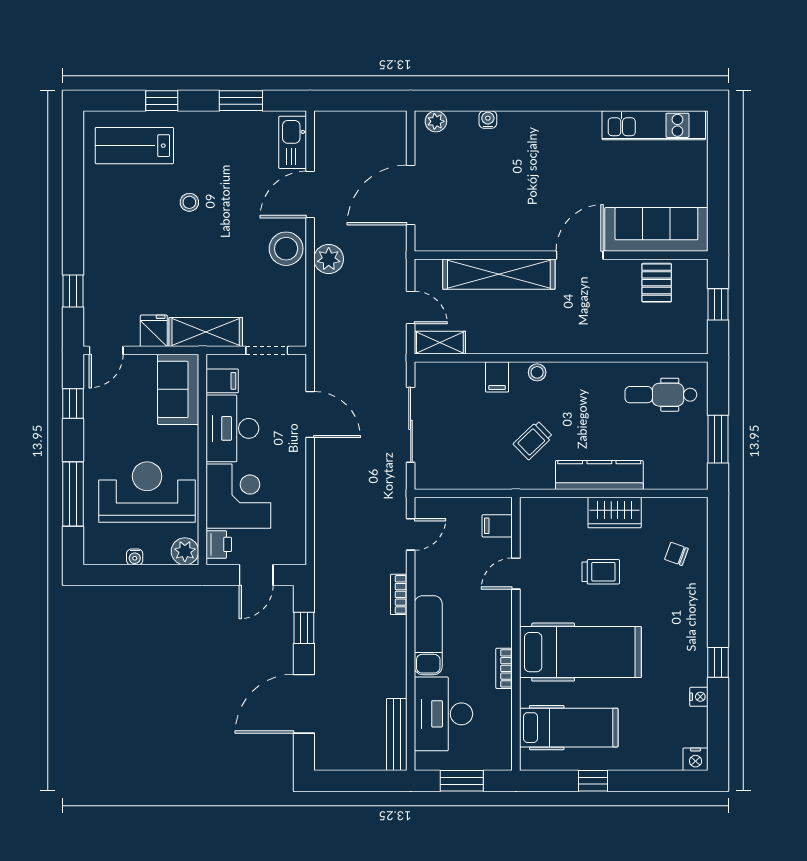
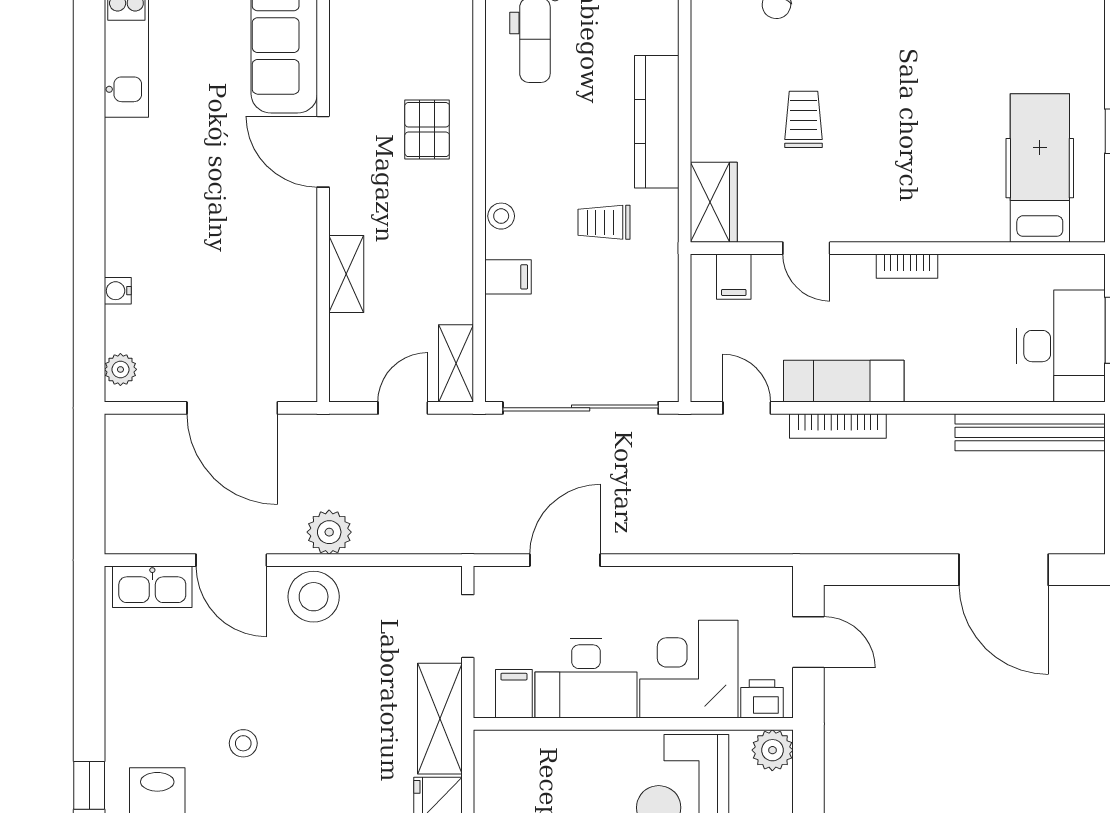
window: (241, 101) -> (89, 665), removed
shelving: (499, 274) -> (346, 274), width x0.45, depth x0.75
pallet: (657, 283) -> (427, 130), moved, turned 90
sofa: (178, 389) -> (527, 760), removed
sliding door: (411, 425) -> (581, 408), width x1.36
trolley: (533, 440) -> (604, 222), turned 134
wardrobe: (615, 513) -> (714, 202), moved
bookcase: (399, 594) -> (838, 426), width x1.56
window: (304, 628) -> (889, 570), removed
exam couch: (428, 635) -> (844, 381), moved
hospital bed: (580, 652) -> (925, 150), removed
bookcase: (504, 668) -> (907, 266), moved
desk: (443, 714) -> (1061, 346), moved, turned -90
bench: (397, 735) -> (1030, 432), width x1.37, depth x1.21

